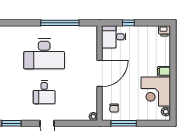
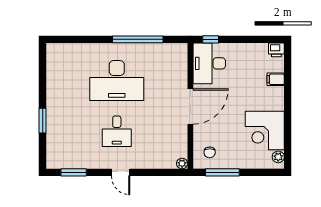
window: (128, 23) -> (211, 39), moved
desk: (114, 37) -> (209, 63), width x1.37
filing cabinet: (164, 71) -> (276, 79), moved

